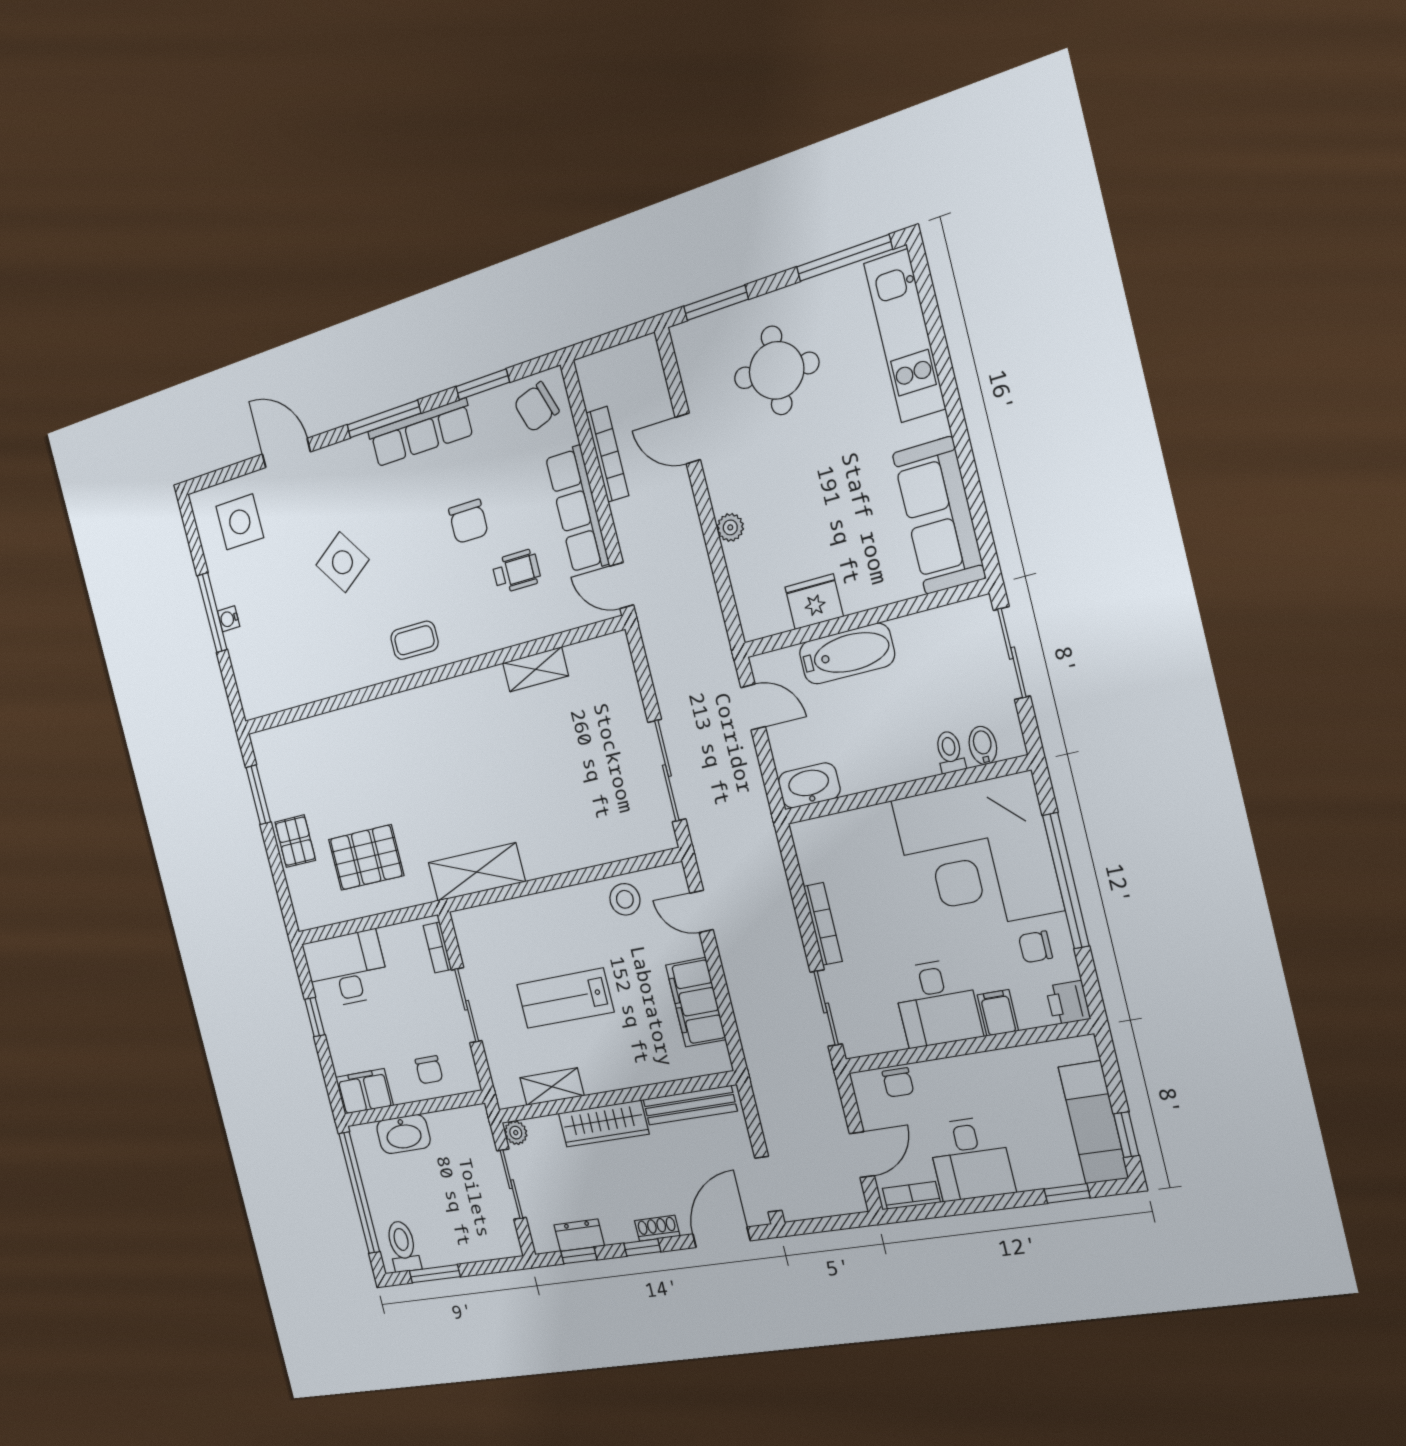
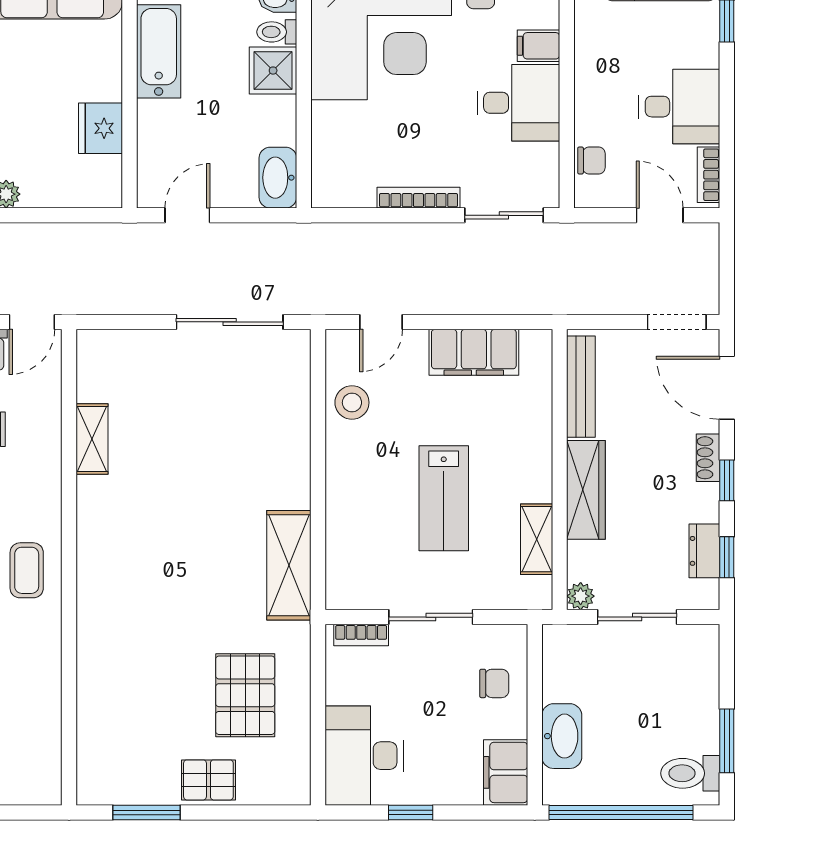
bathtub: (847, 654) -> (159, 51), moved
shower: (911, 757) -> (273, 71), added

